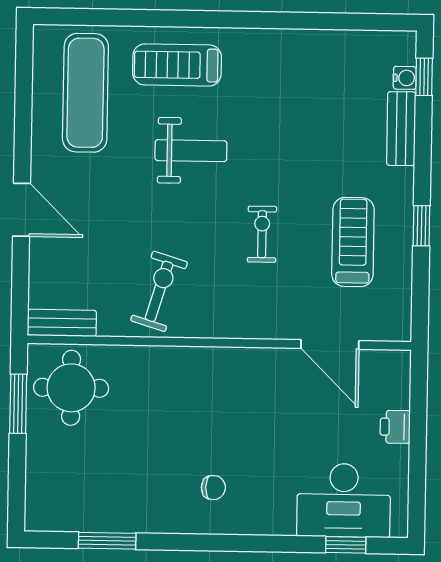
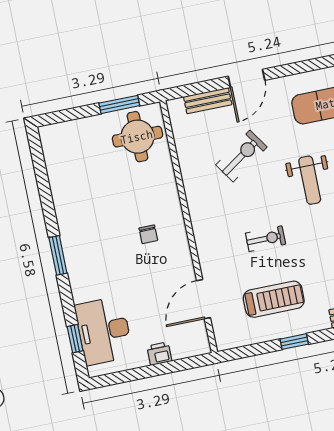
exercise bike: (159, 291) -> (241, 156), moved, turned -51
bench: (62, 323) -> (208, 101), moved, turned 90
chair: (213, 488) -> (148, 234), moved
window: (107, 541) -> (58, 255), moved

